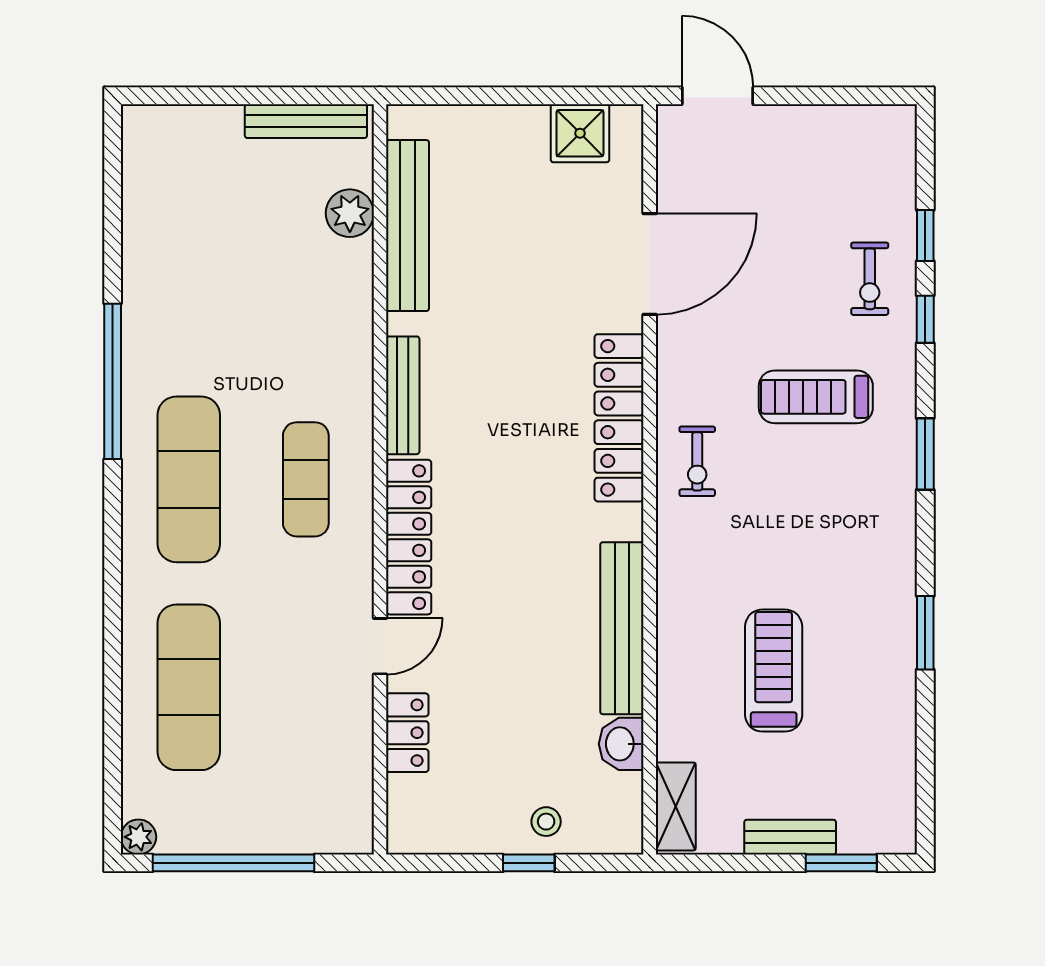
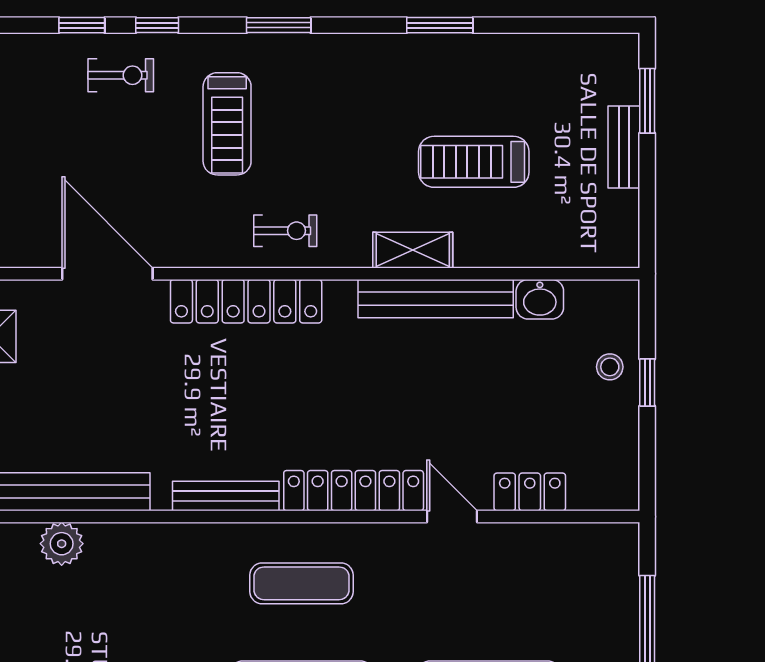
shelving: (676, 806) -> (413, 250), moved

